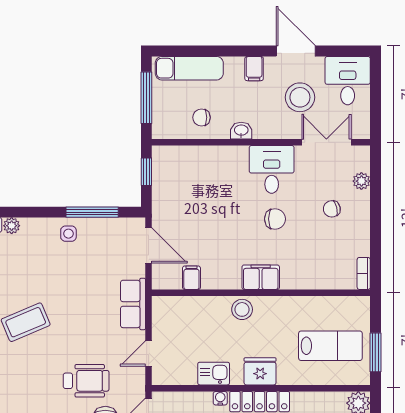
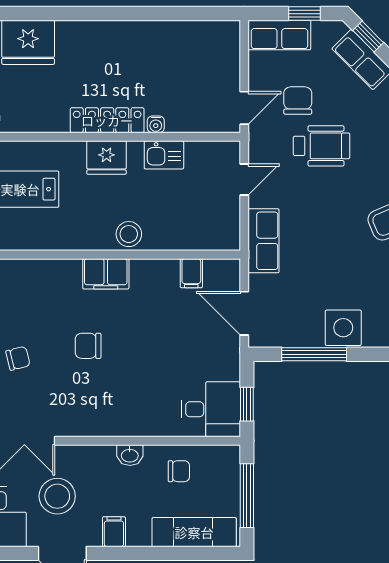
desk: (272, 169) -> (211, 409), moved, turned -90
side table: (68, 234) -> (343, 328), width x1.87, depth x1.87
wheelchair: (86, 381) -> (322, 146), turned 180

